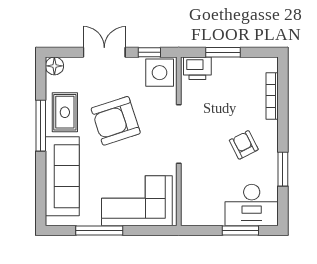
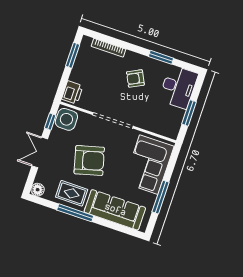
window: (223, 52) -> (73, 55), moved
armchair: (116, 121) -> (89, 160), turned -87
window: (240, 231) -> (189, 113), moved

